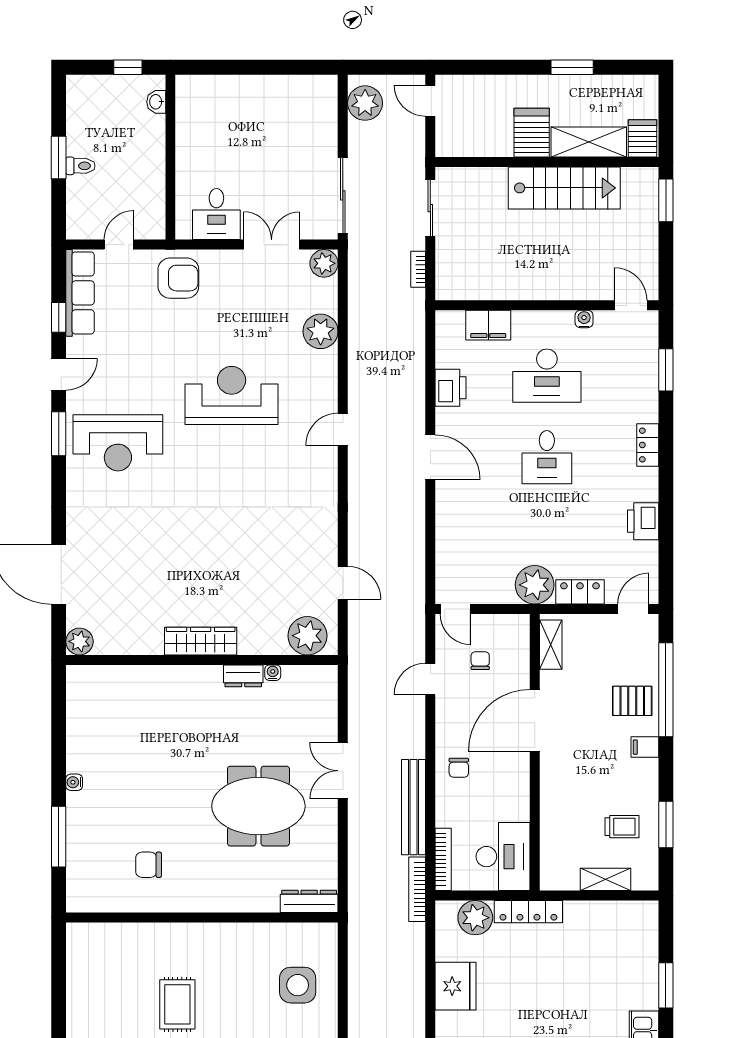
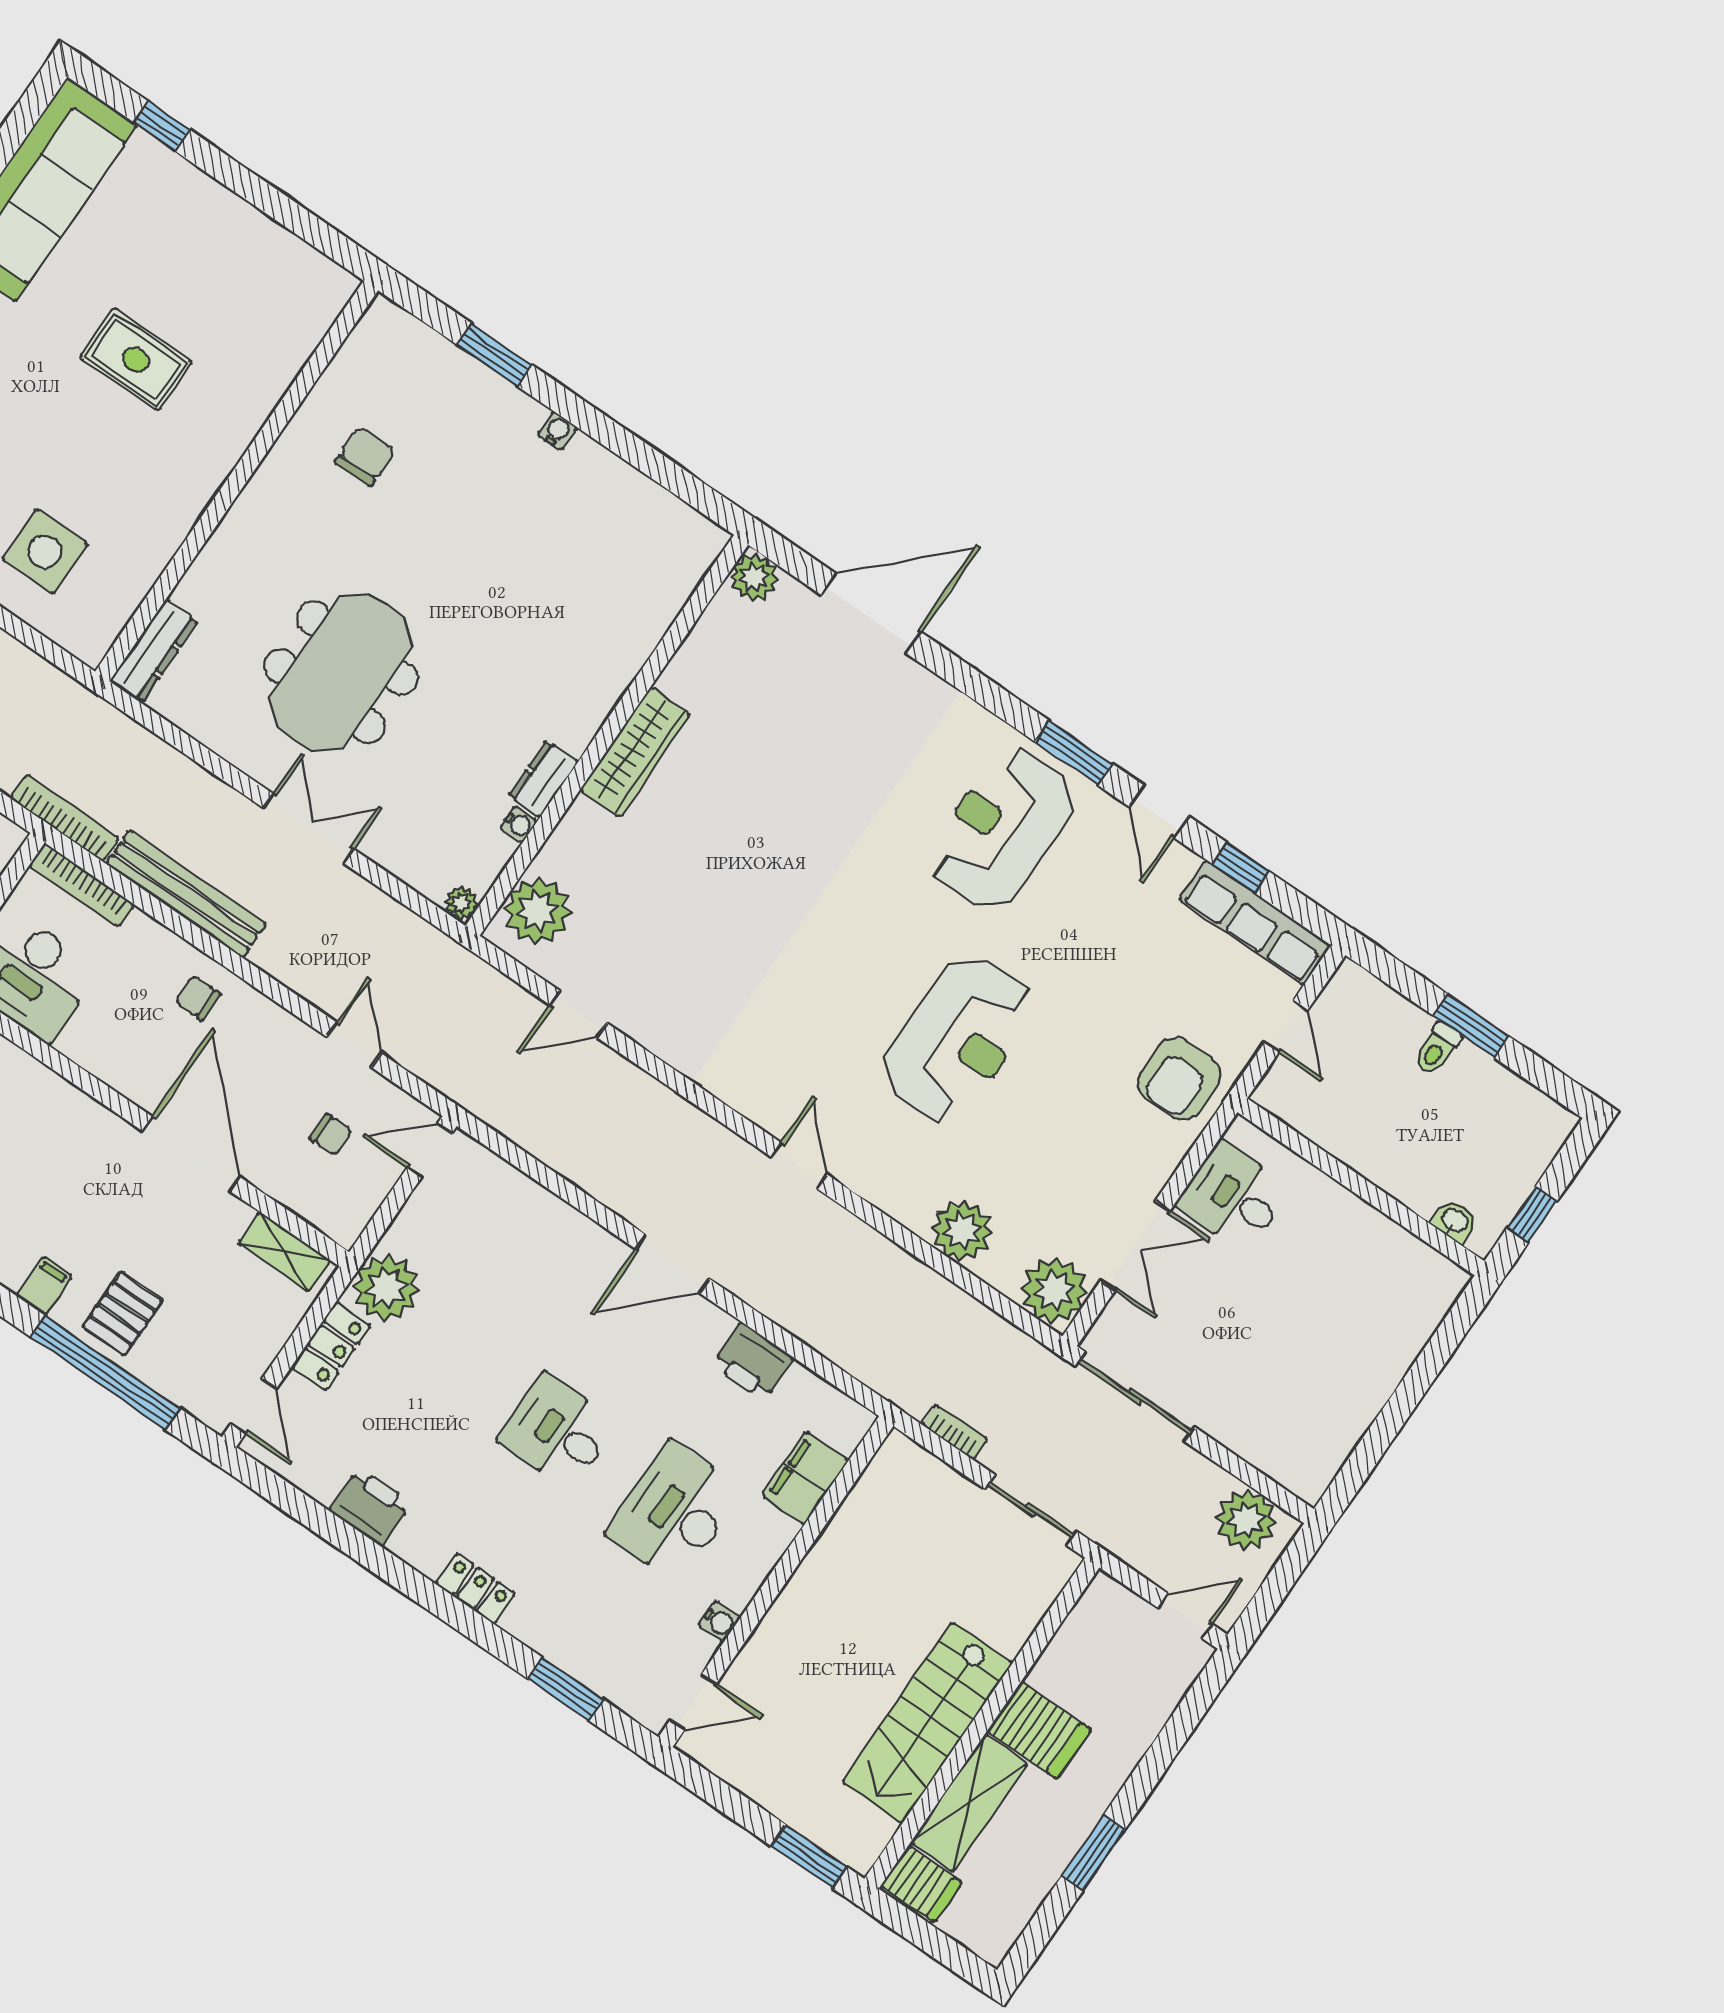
plant: (324, 263) -> (1054, 1290), width x1.36, depth x1.36
plant: (328, 674) -> (461, 903), added
window: (59, 837) -> (494, 355), width x0.69

